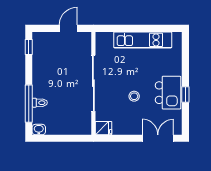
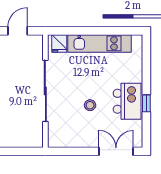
fridge: (103, 128) -> (59, 43), moved, turned 90

